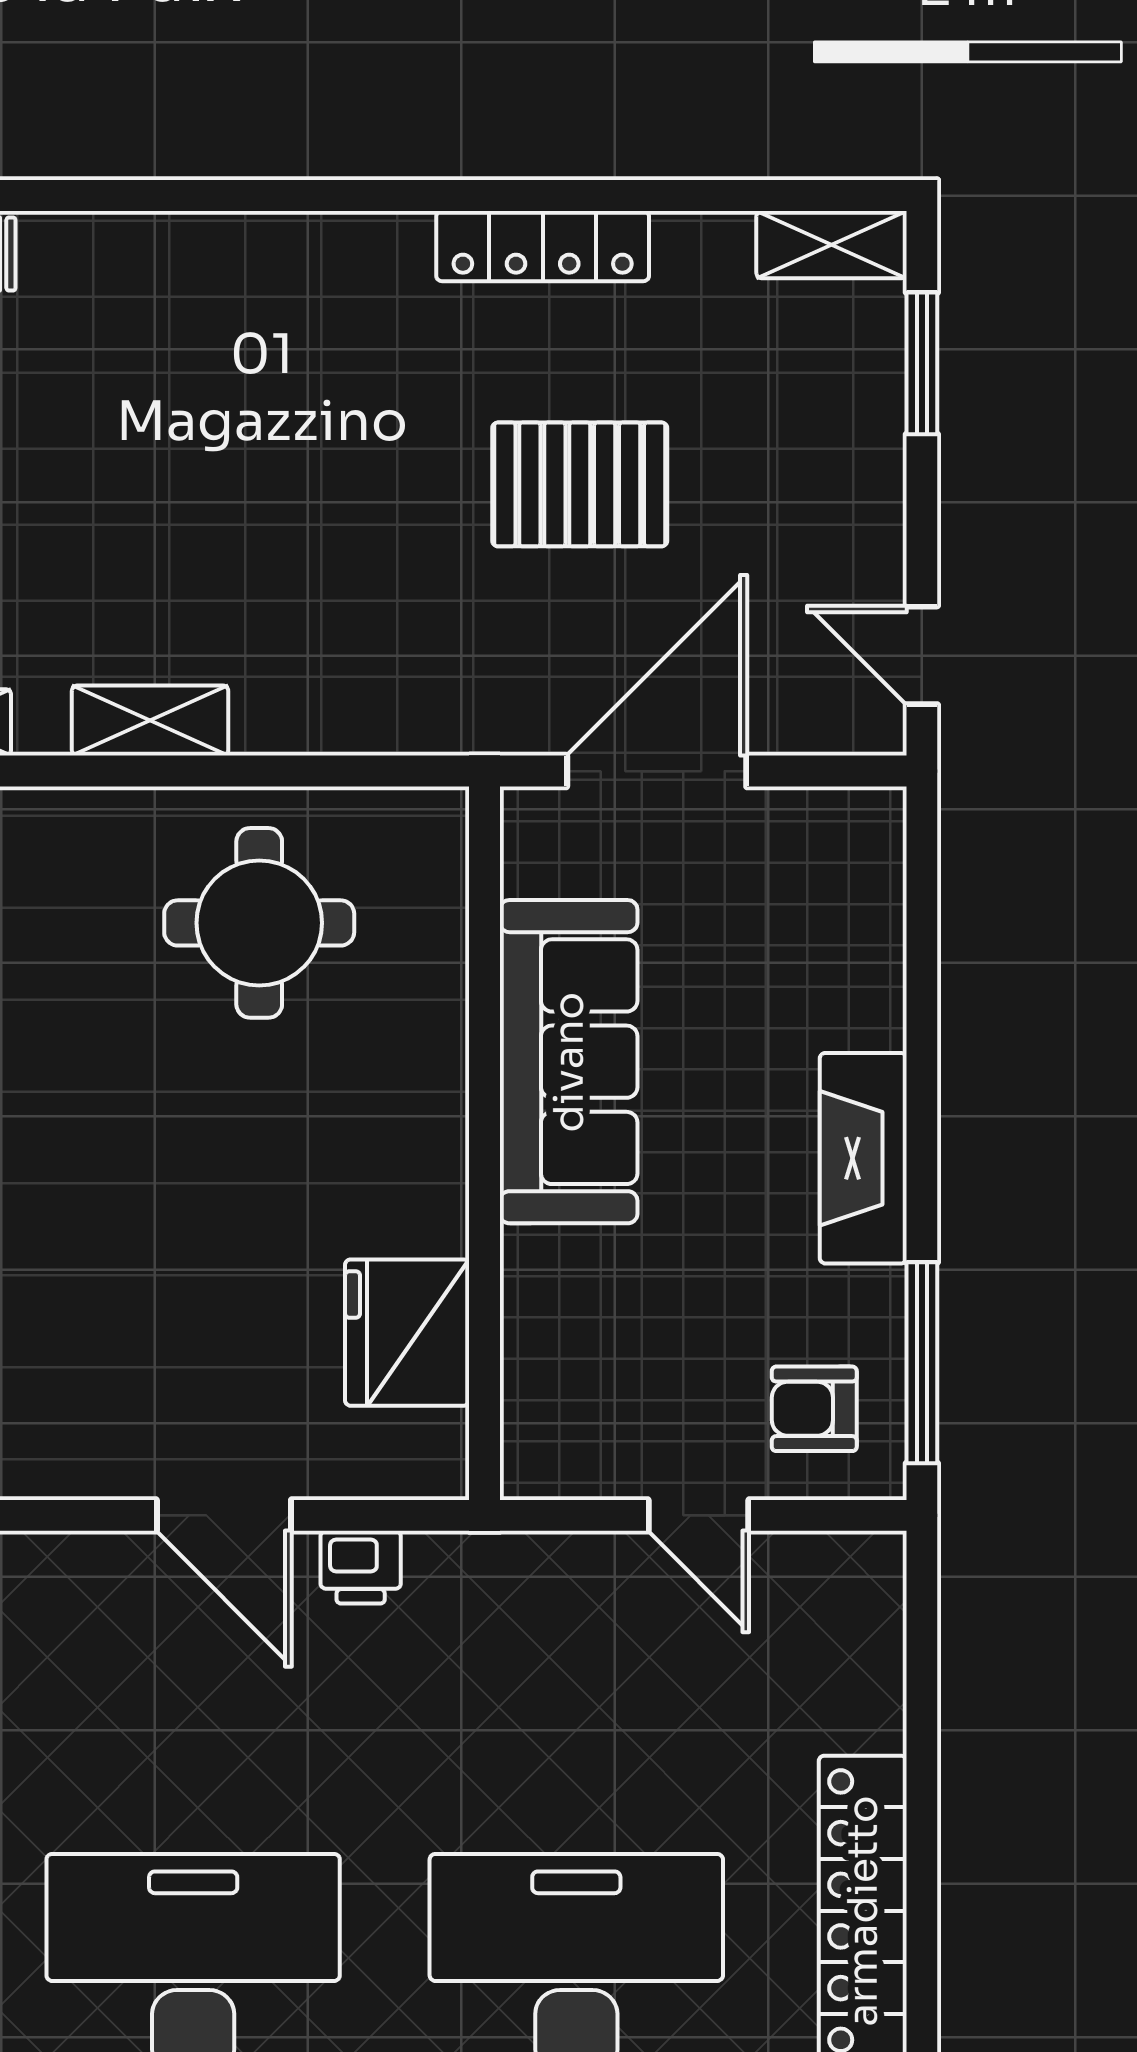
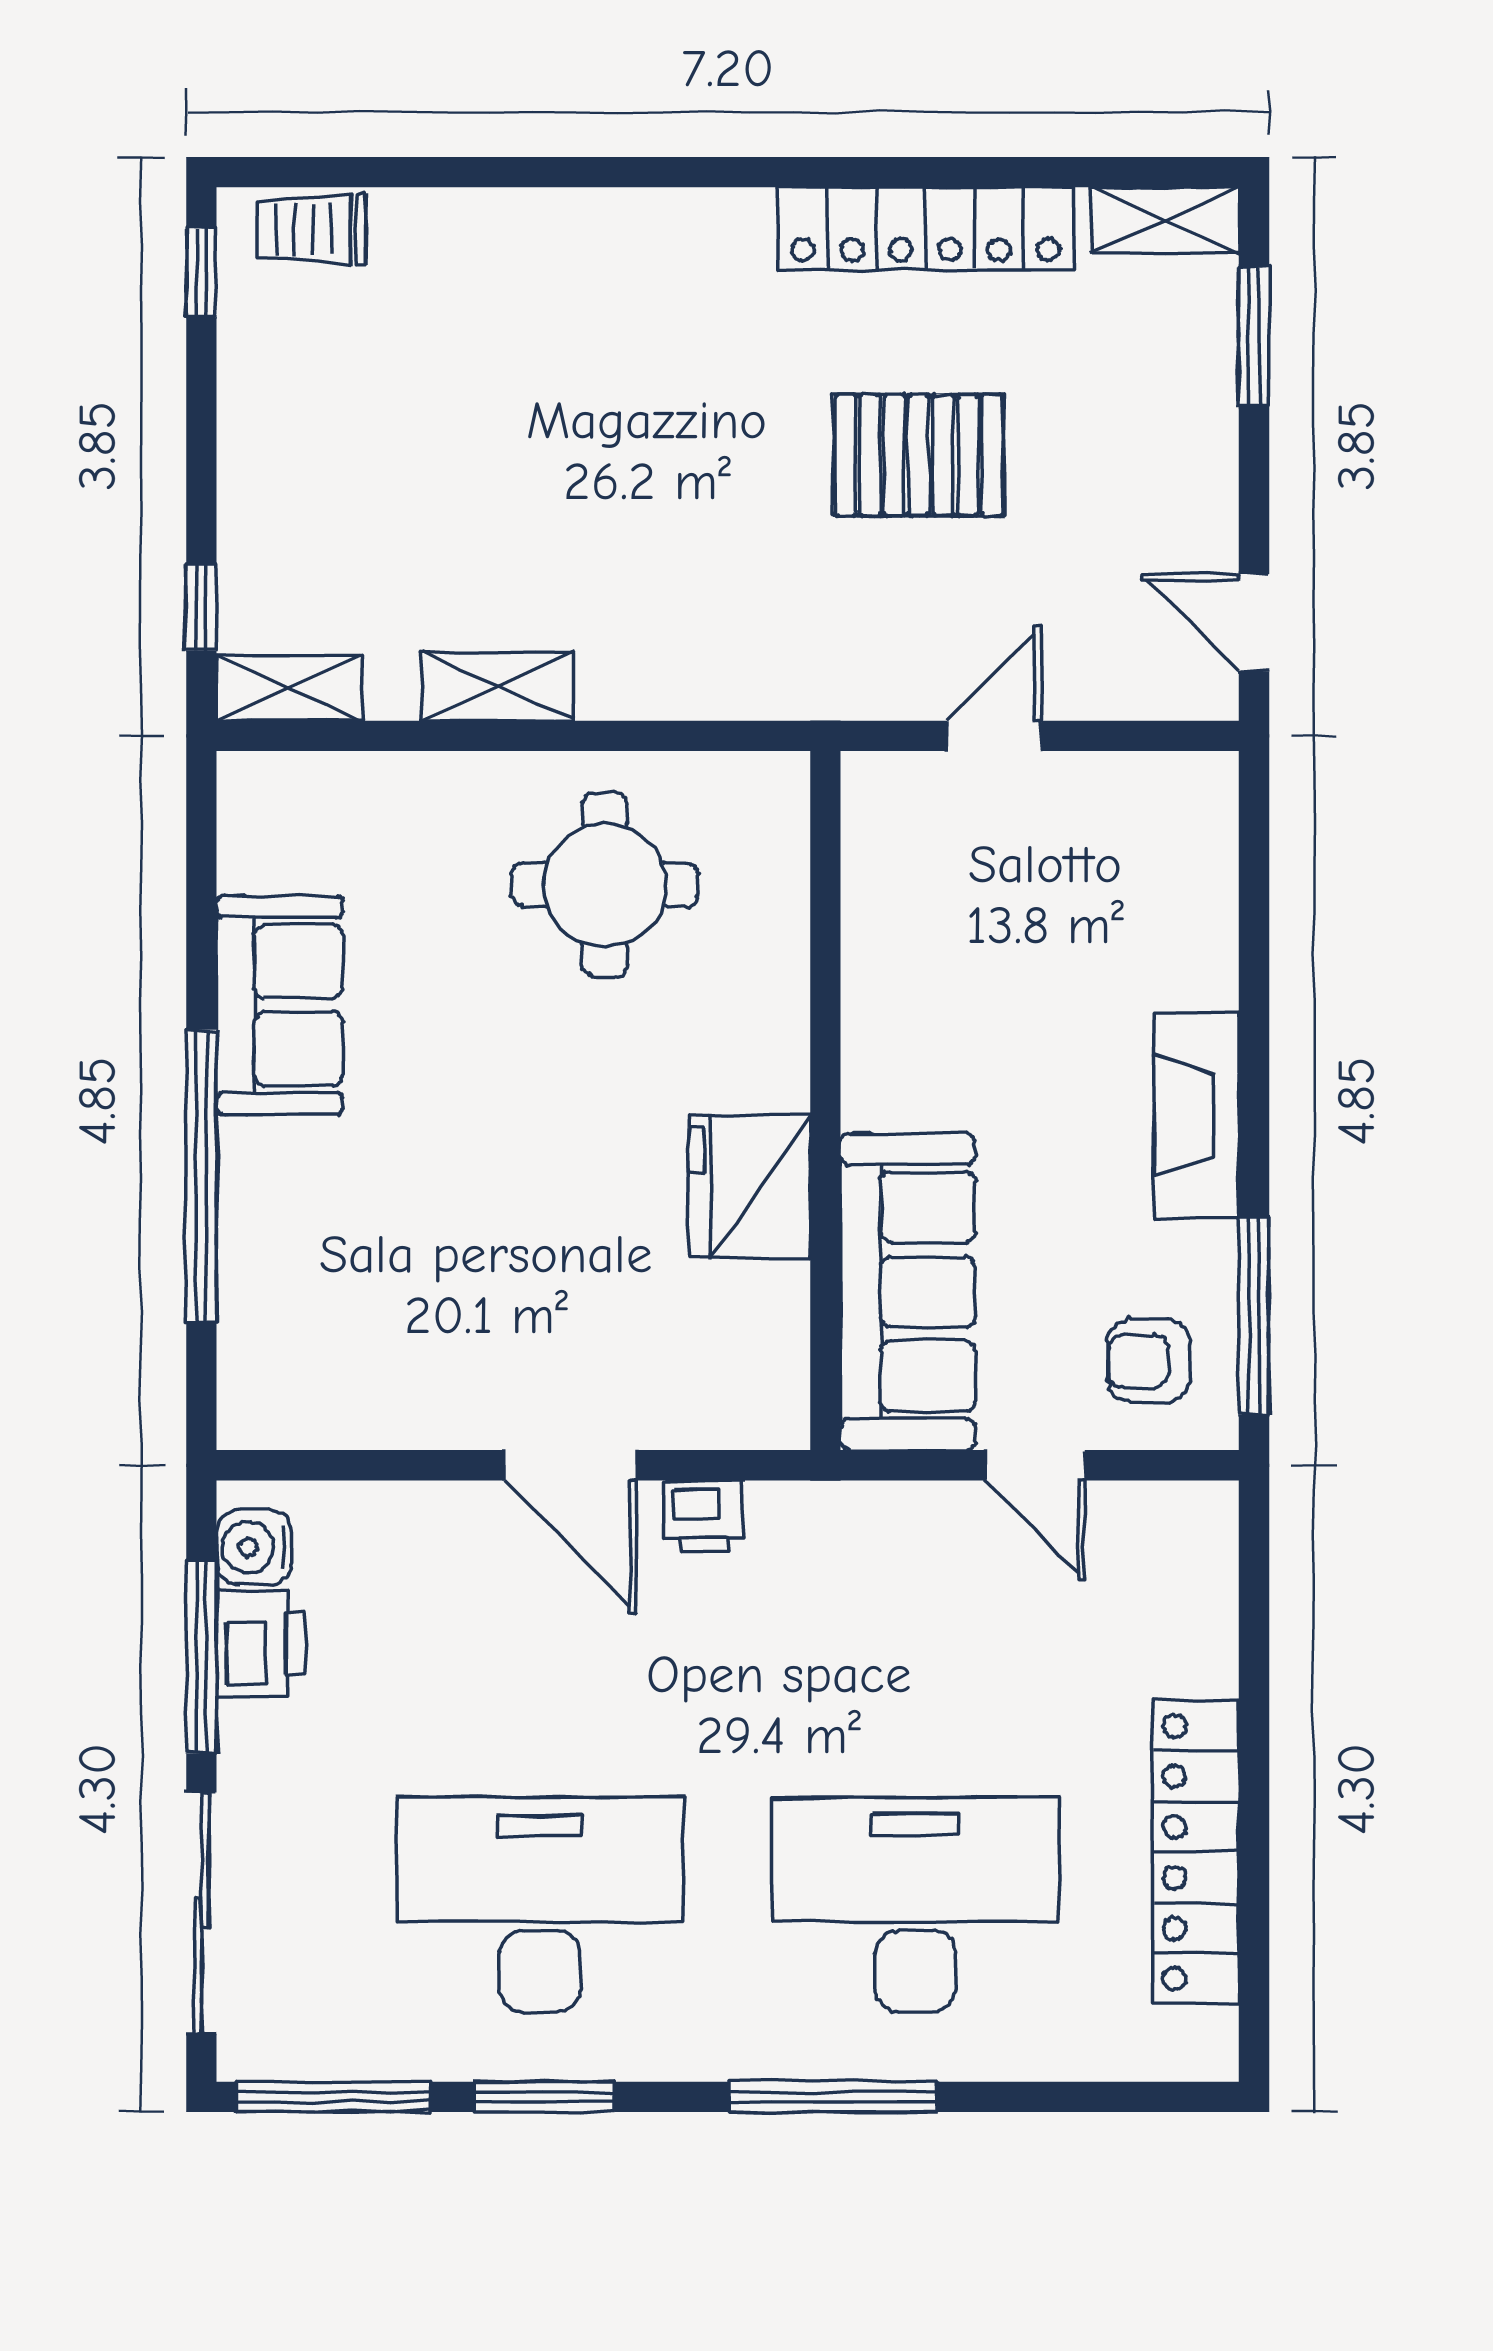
locker: (543, 246) -> (926, 229), width x1.41, depth x1.21
door: (657, 771) -> (994, 736), width x0.53
sofa: (569, 1062) -> (908, 1292), moved
fridge: (407, 1333) -> (750, 1187), moved

